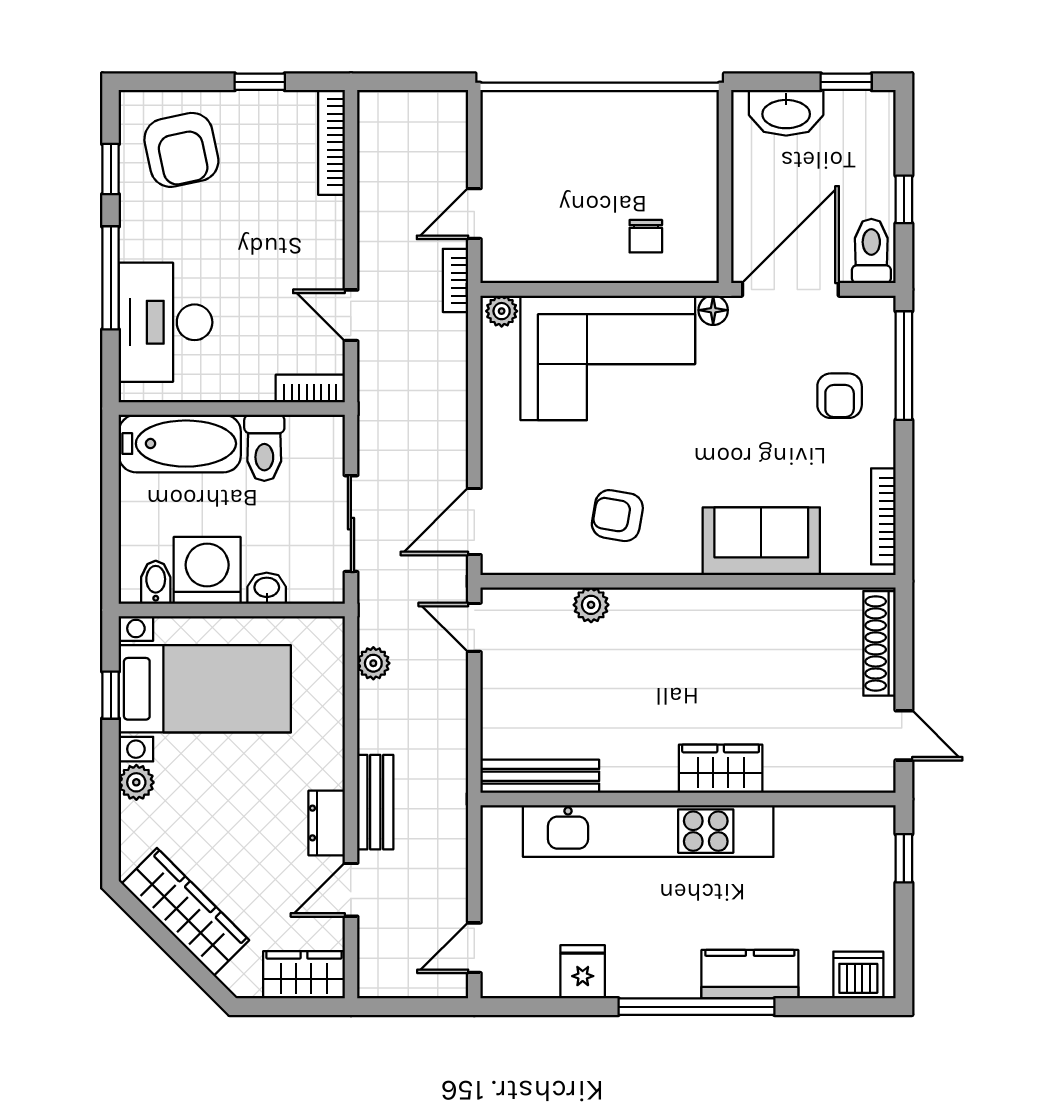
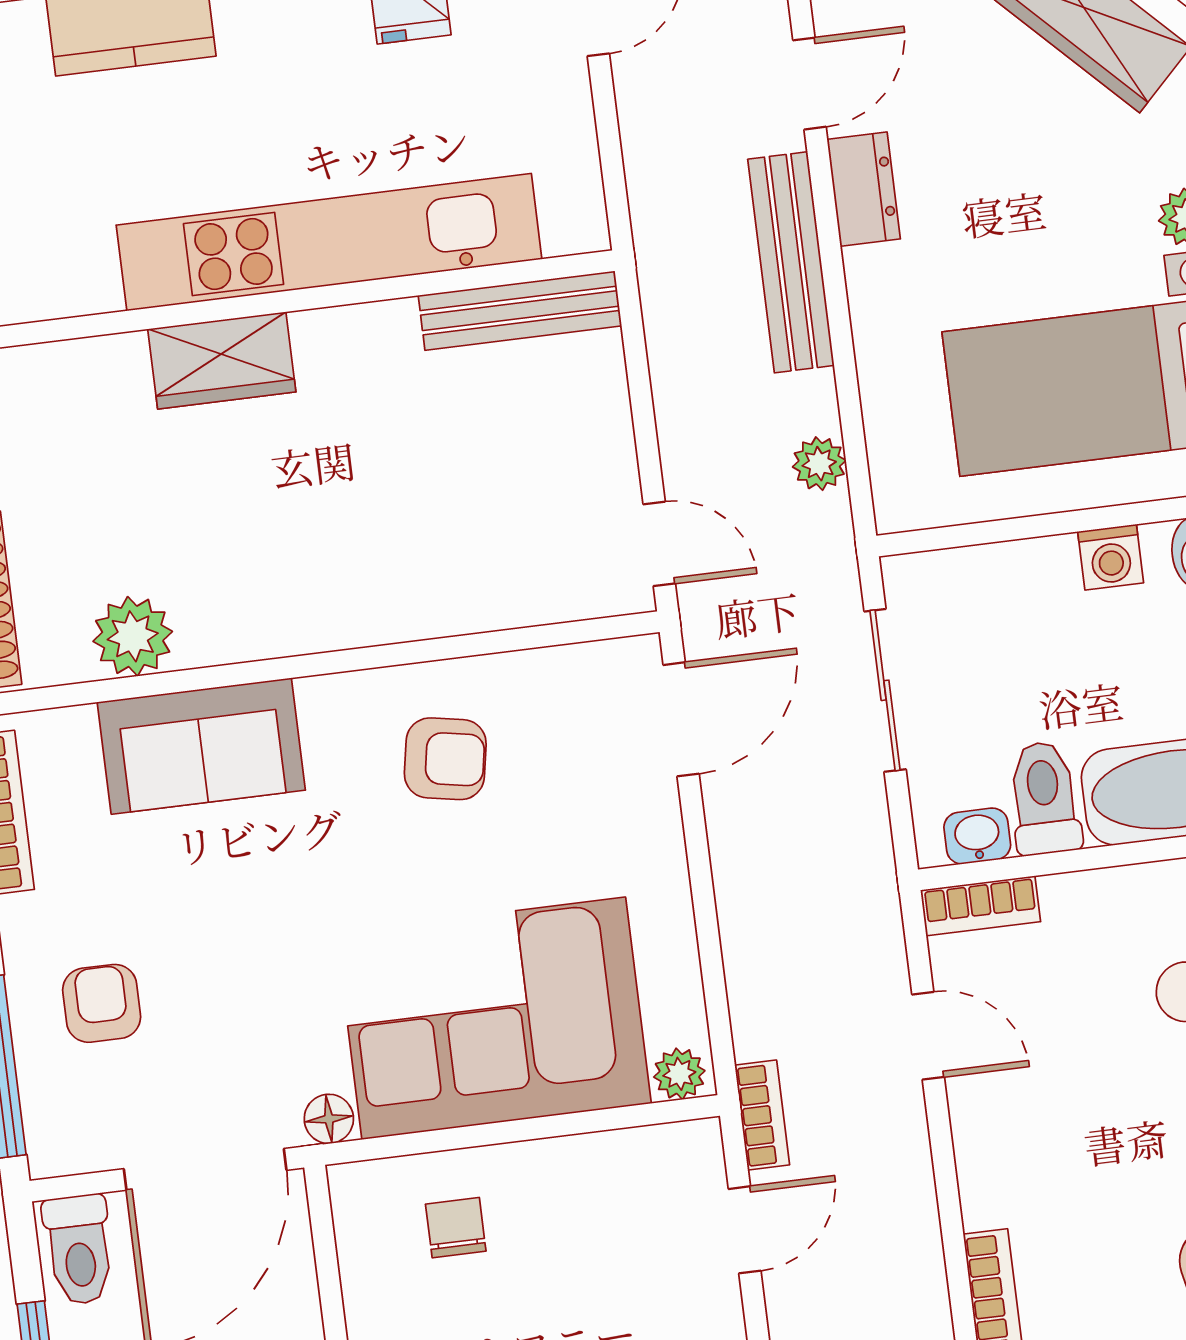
washing machine: (207, 570) -> (1111, 557), width x0.53, depth x0.53
washbasin: (267, 588) -> (977, 836), moved, turned 180
plant: (591, 605) -> (133, 636), moved, width x1.38, depth x1.38
bench: (375, 802) -> (791, 262), width x1.36

